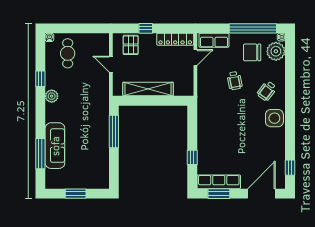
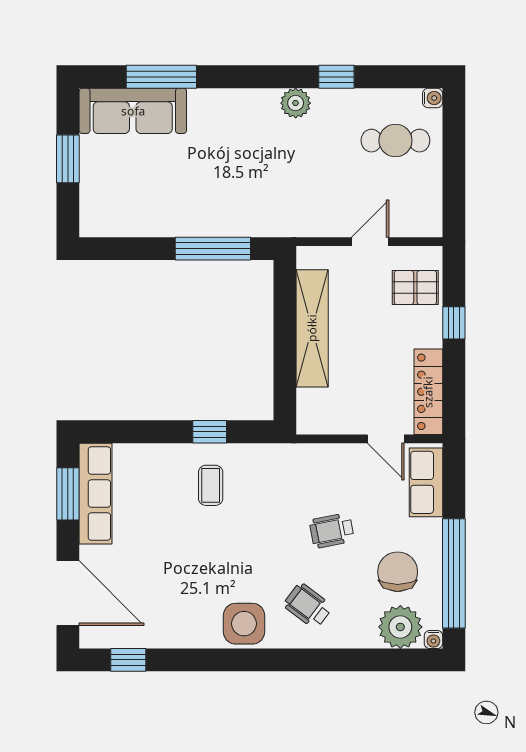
coffee table: (215, 132) -> (211, 485), added
sofa: (55, 146) -> (133, 111), moved
window: (192, 157) -> (210, 432), moved

